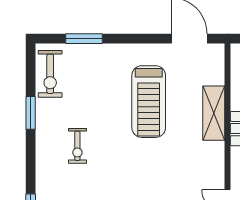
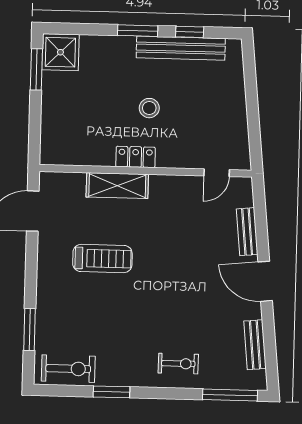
treadmill: (149, 102) -> (102, 259), width x0.73, depth x0.73
exercise bike: (77, 146) -> (178, 364), moved

